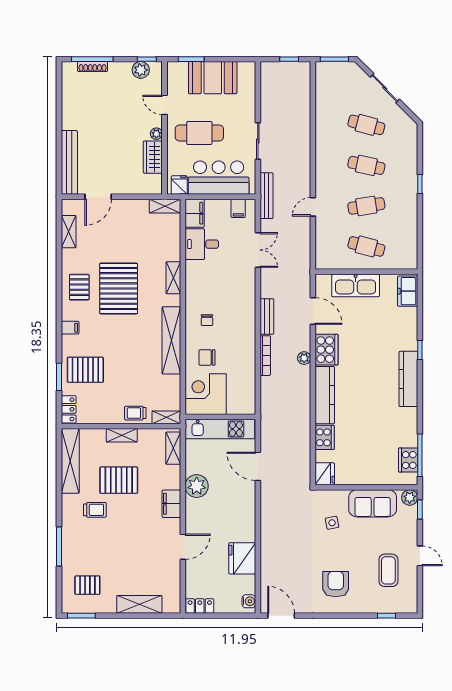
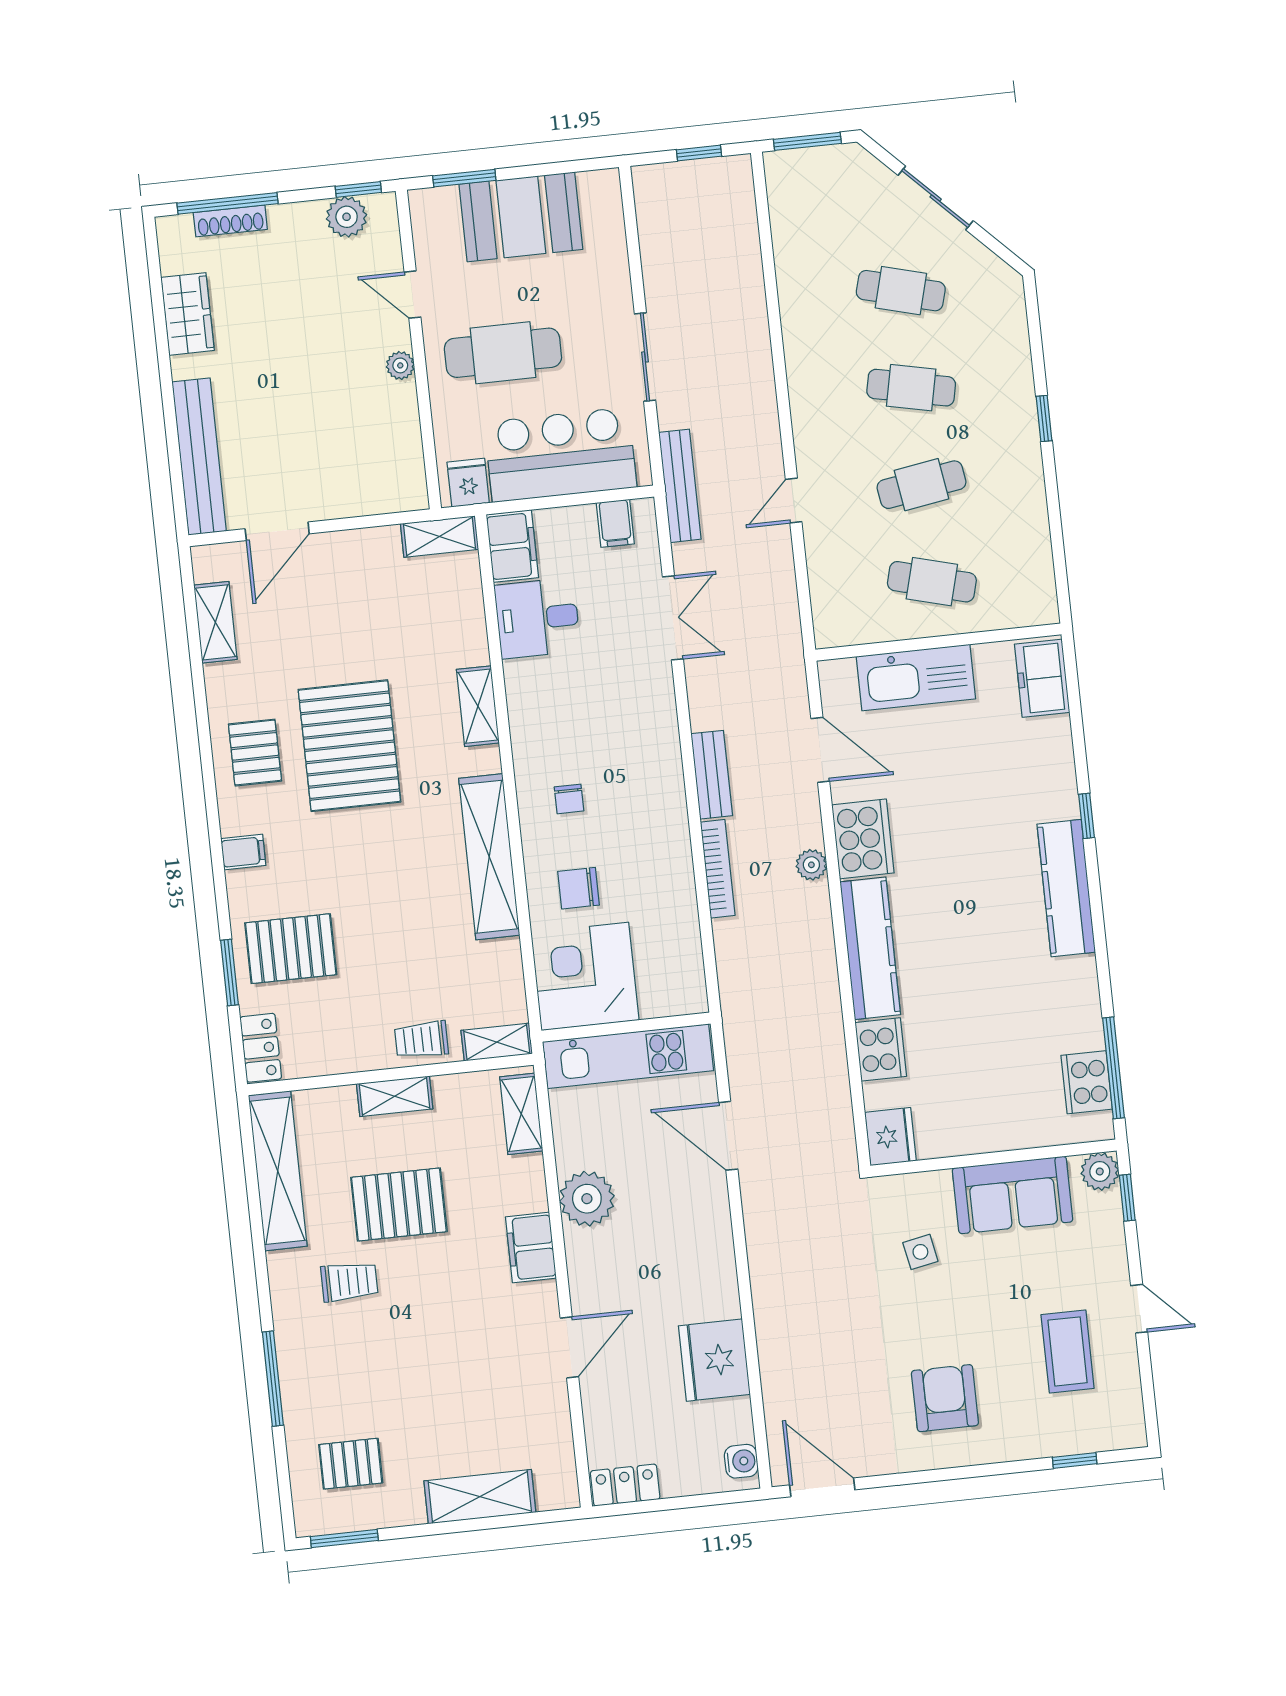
wardrobe: (153, 157) -> (188, 314), moved, turned 180

